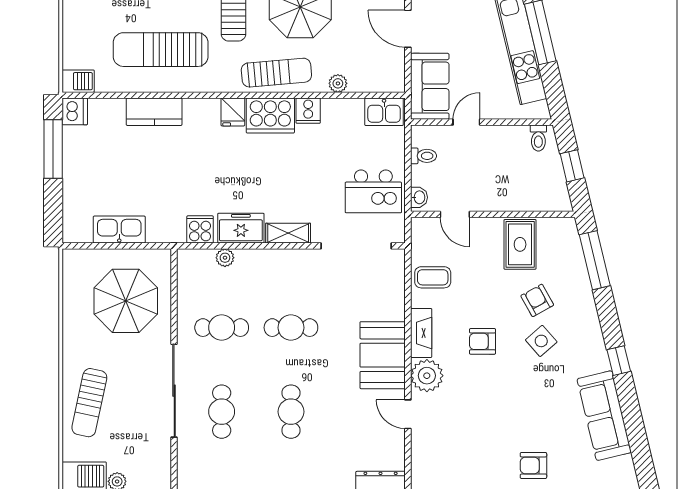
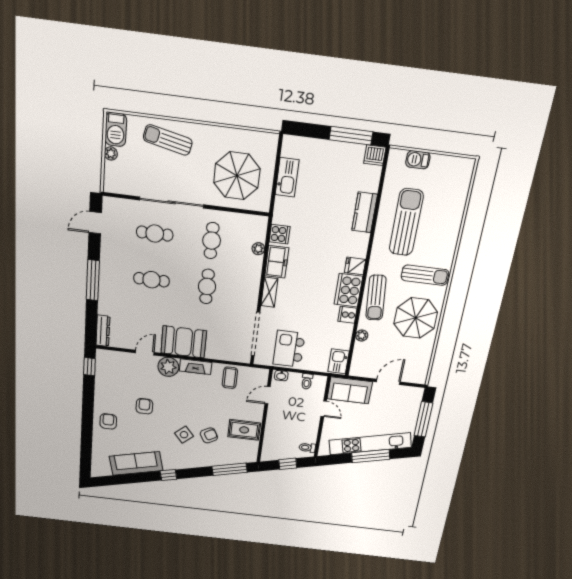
barbecue: (78, 81) -> (418, 160), moved, turned 90
armchair: (483, 341) -> (144, 406), moved

